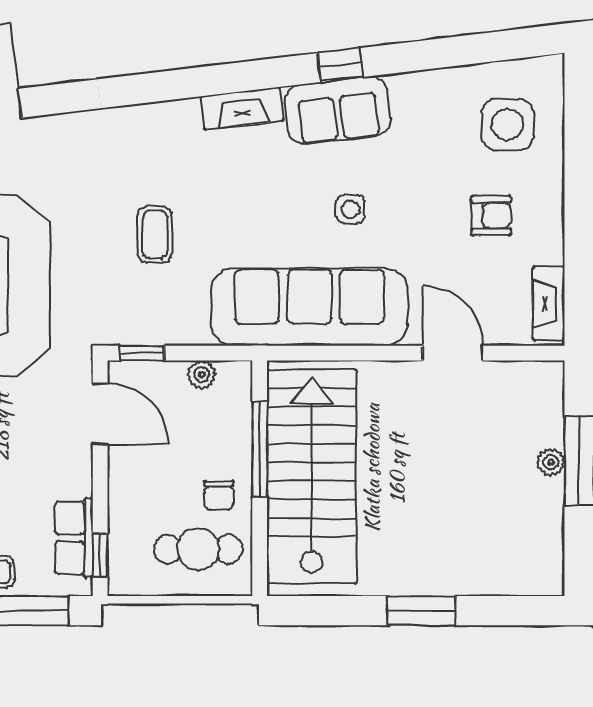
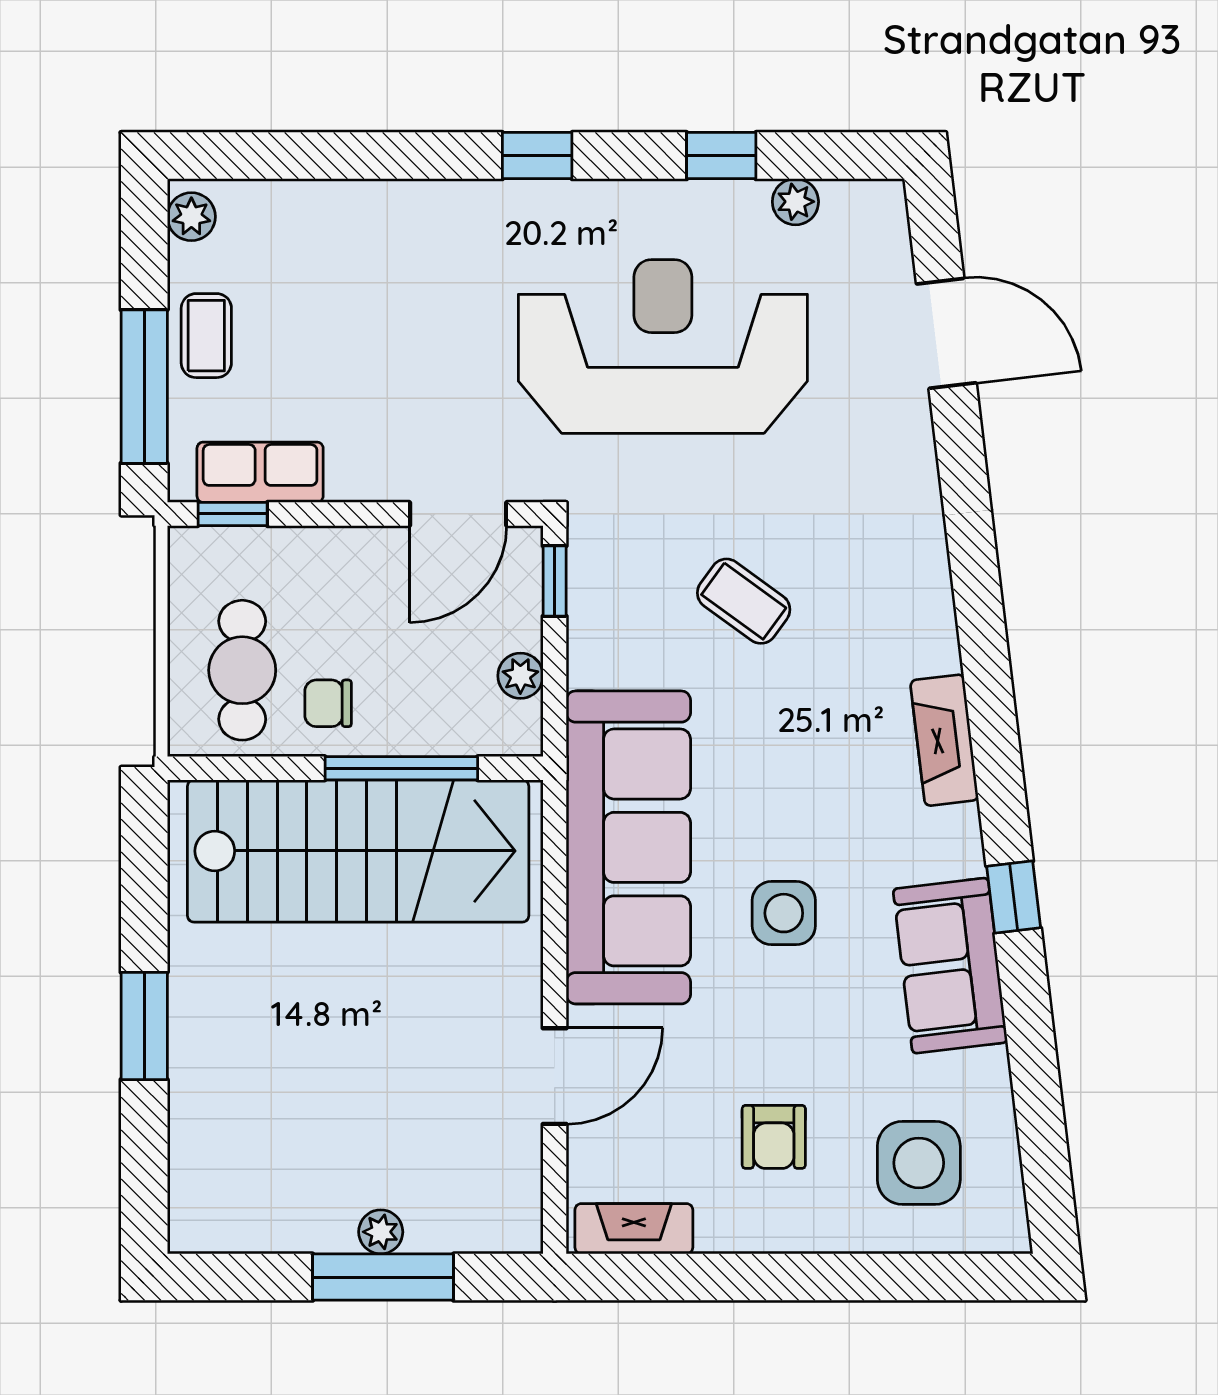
sofa: (338, 110) -> (950, 966), moved
side table: (351, 209) -> (784, 913), width x1.37, depth x1.37
coffee table: (155, 234) -> (744, 601), turned 36

